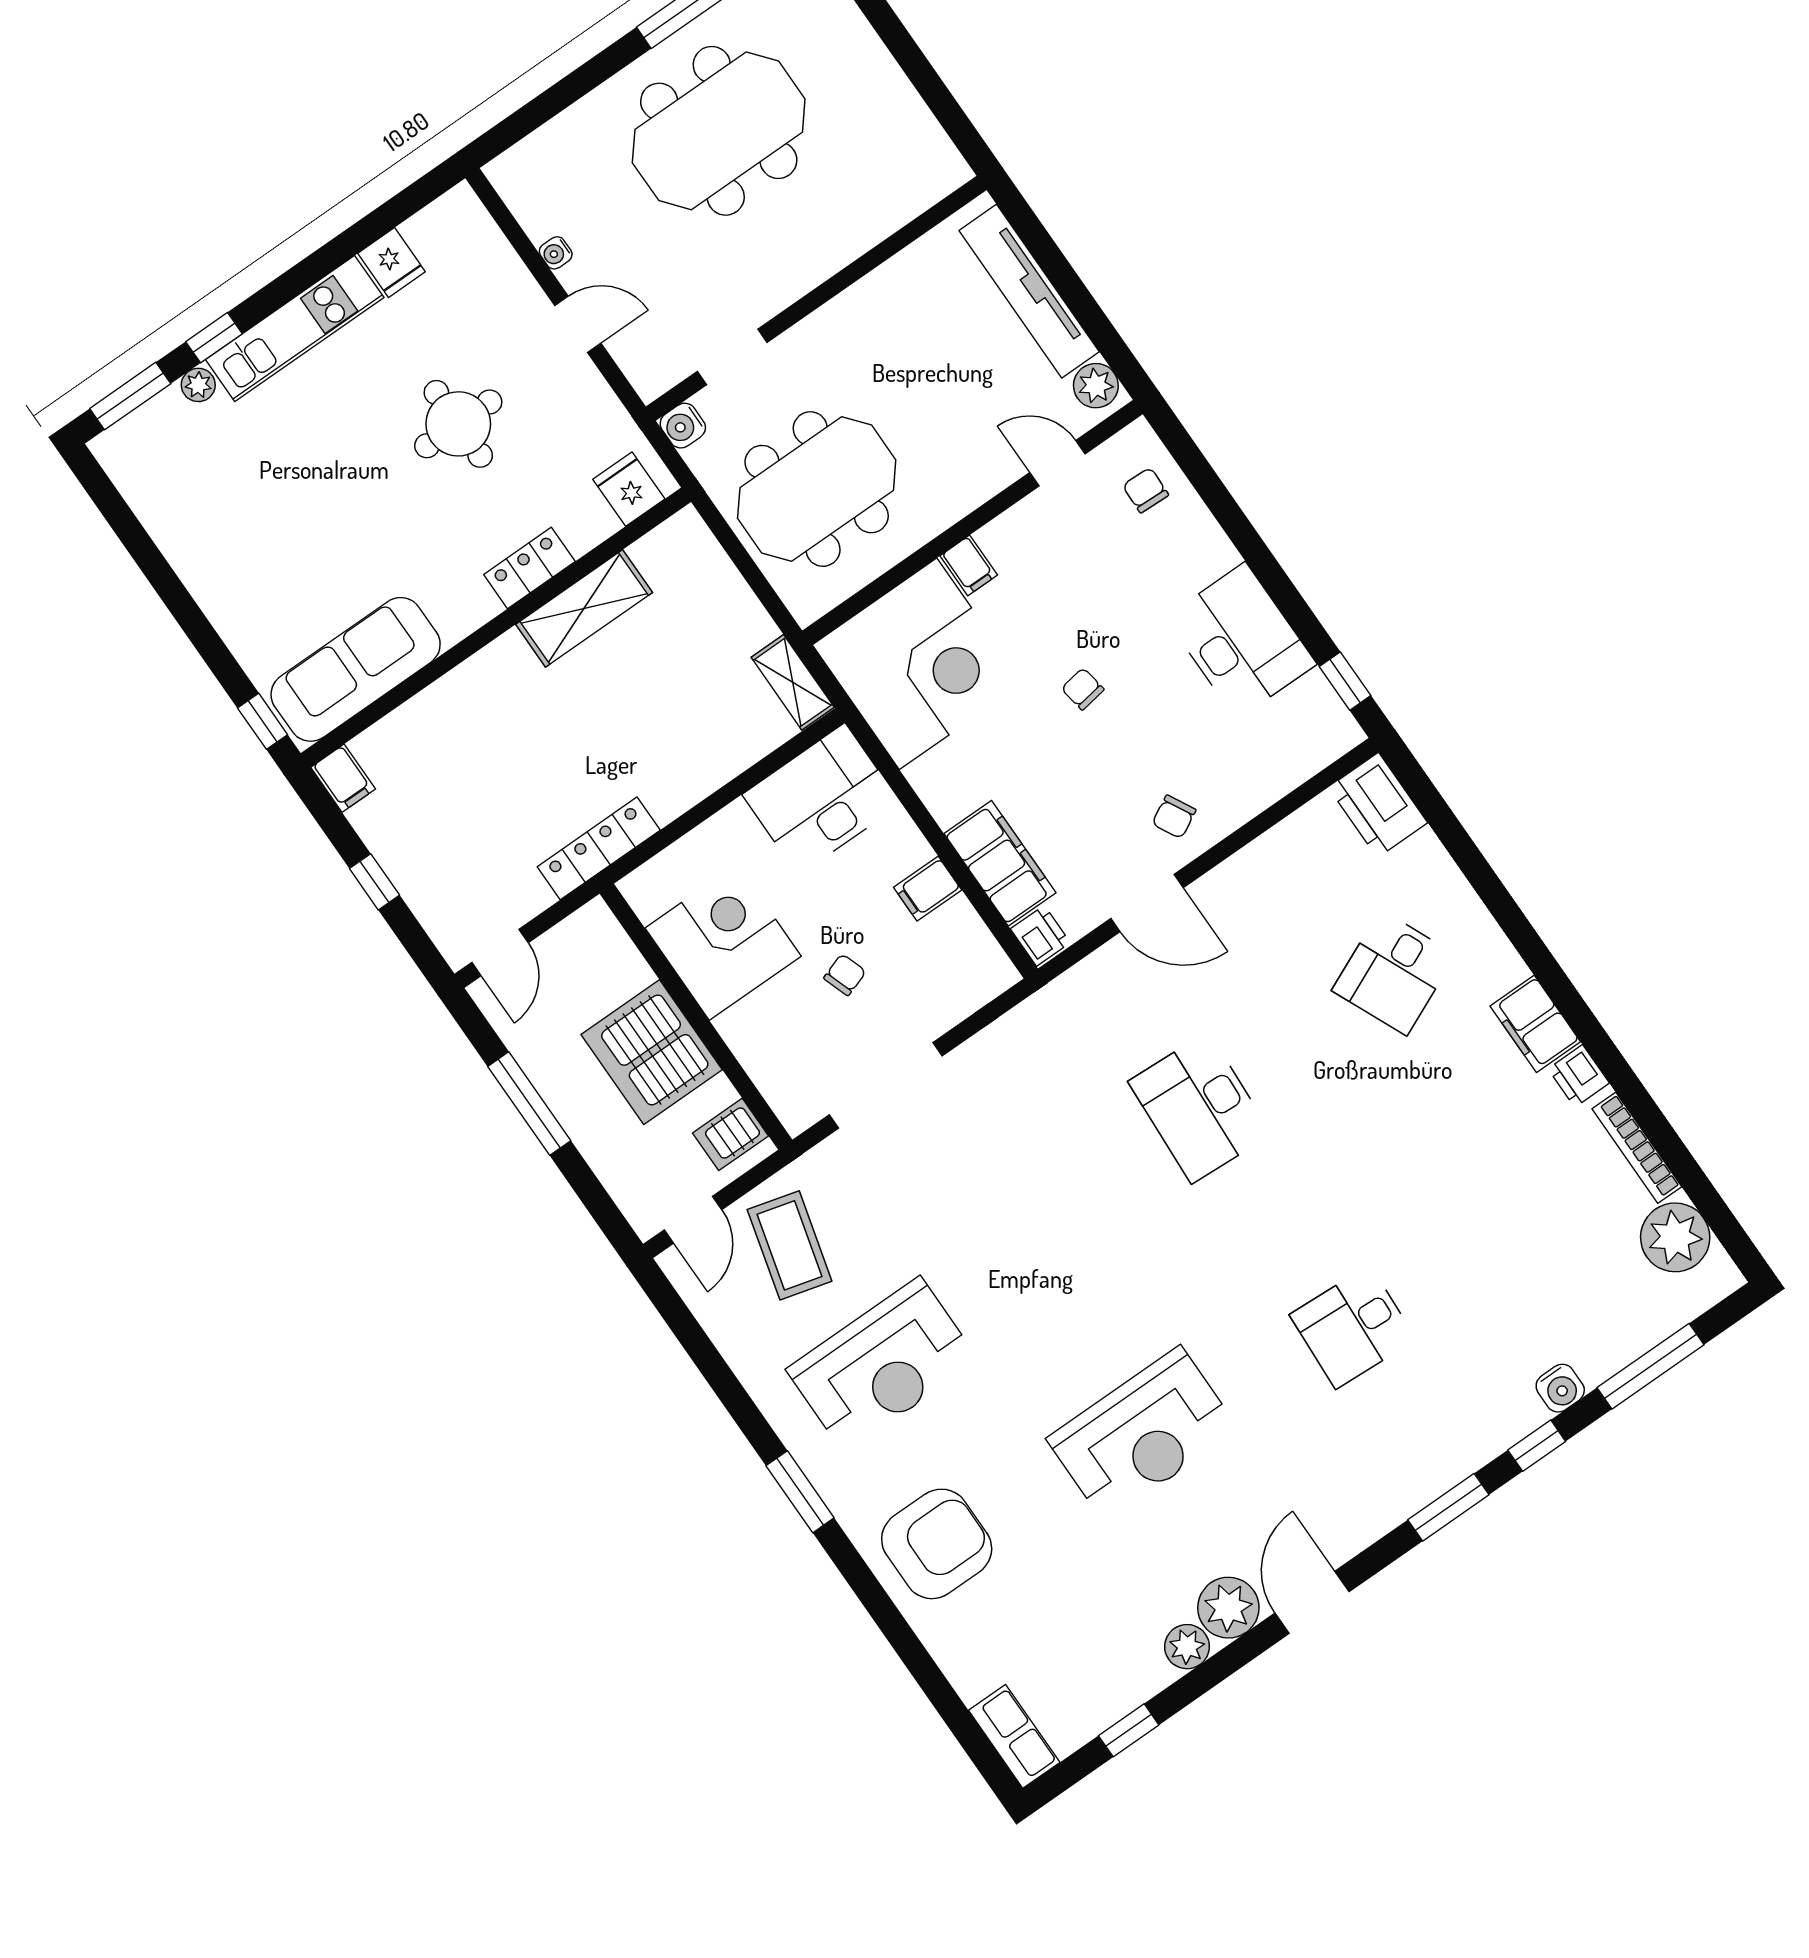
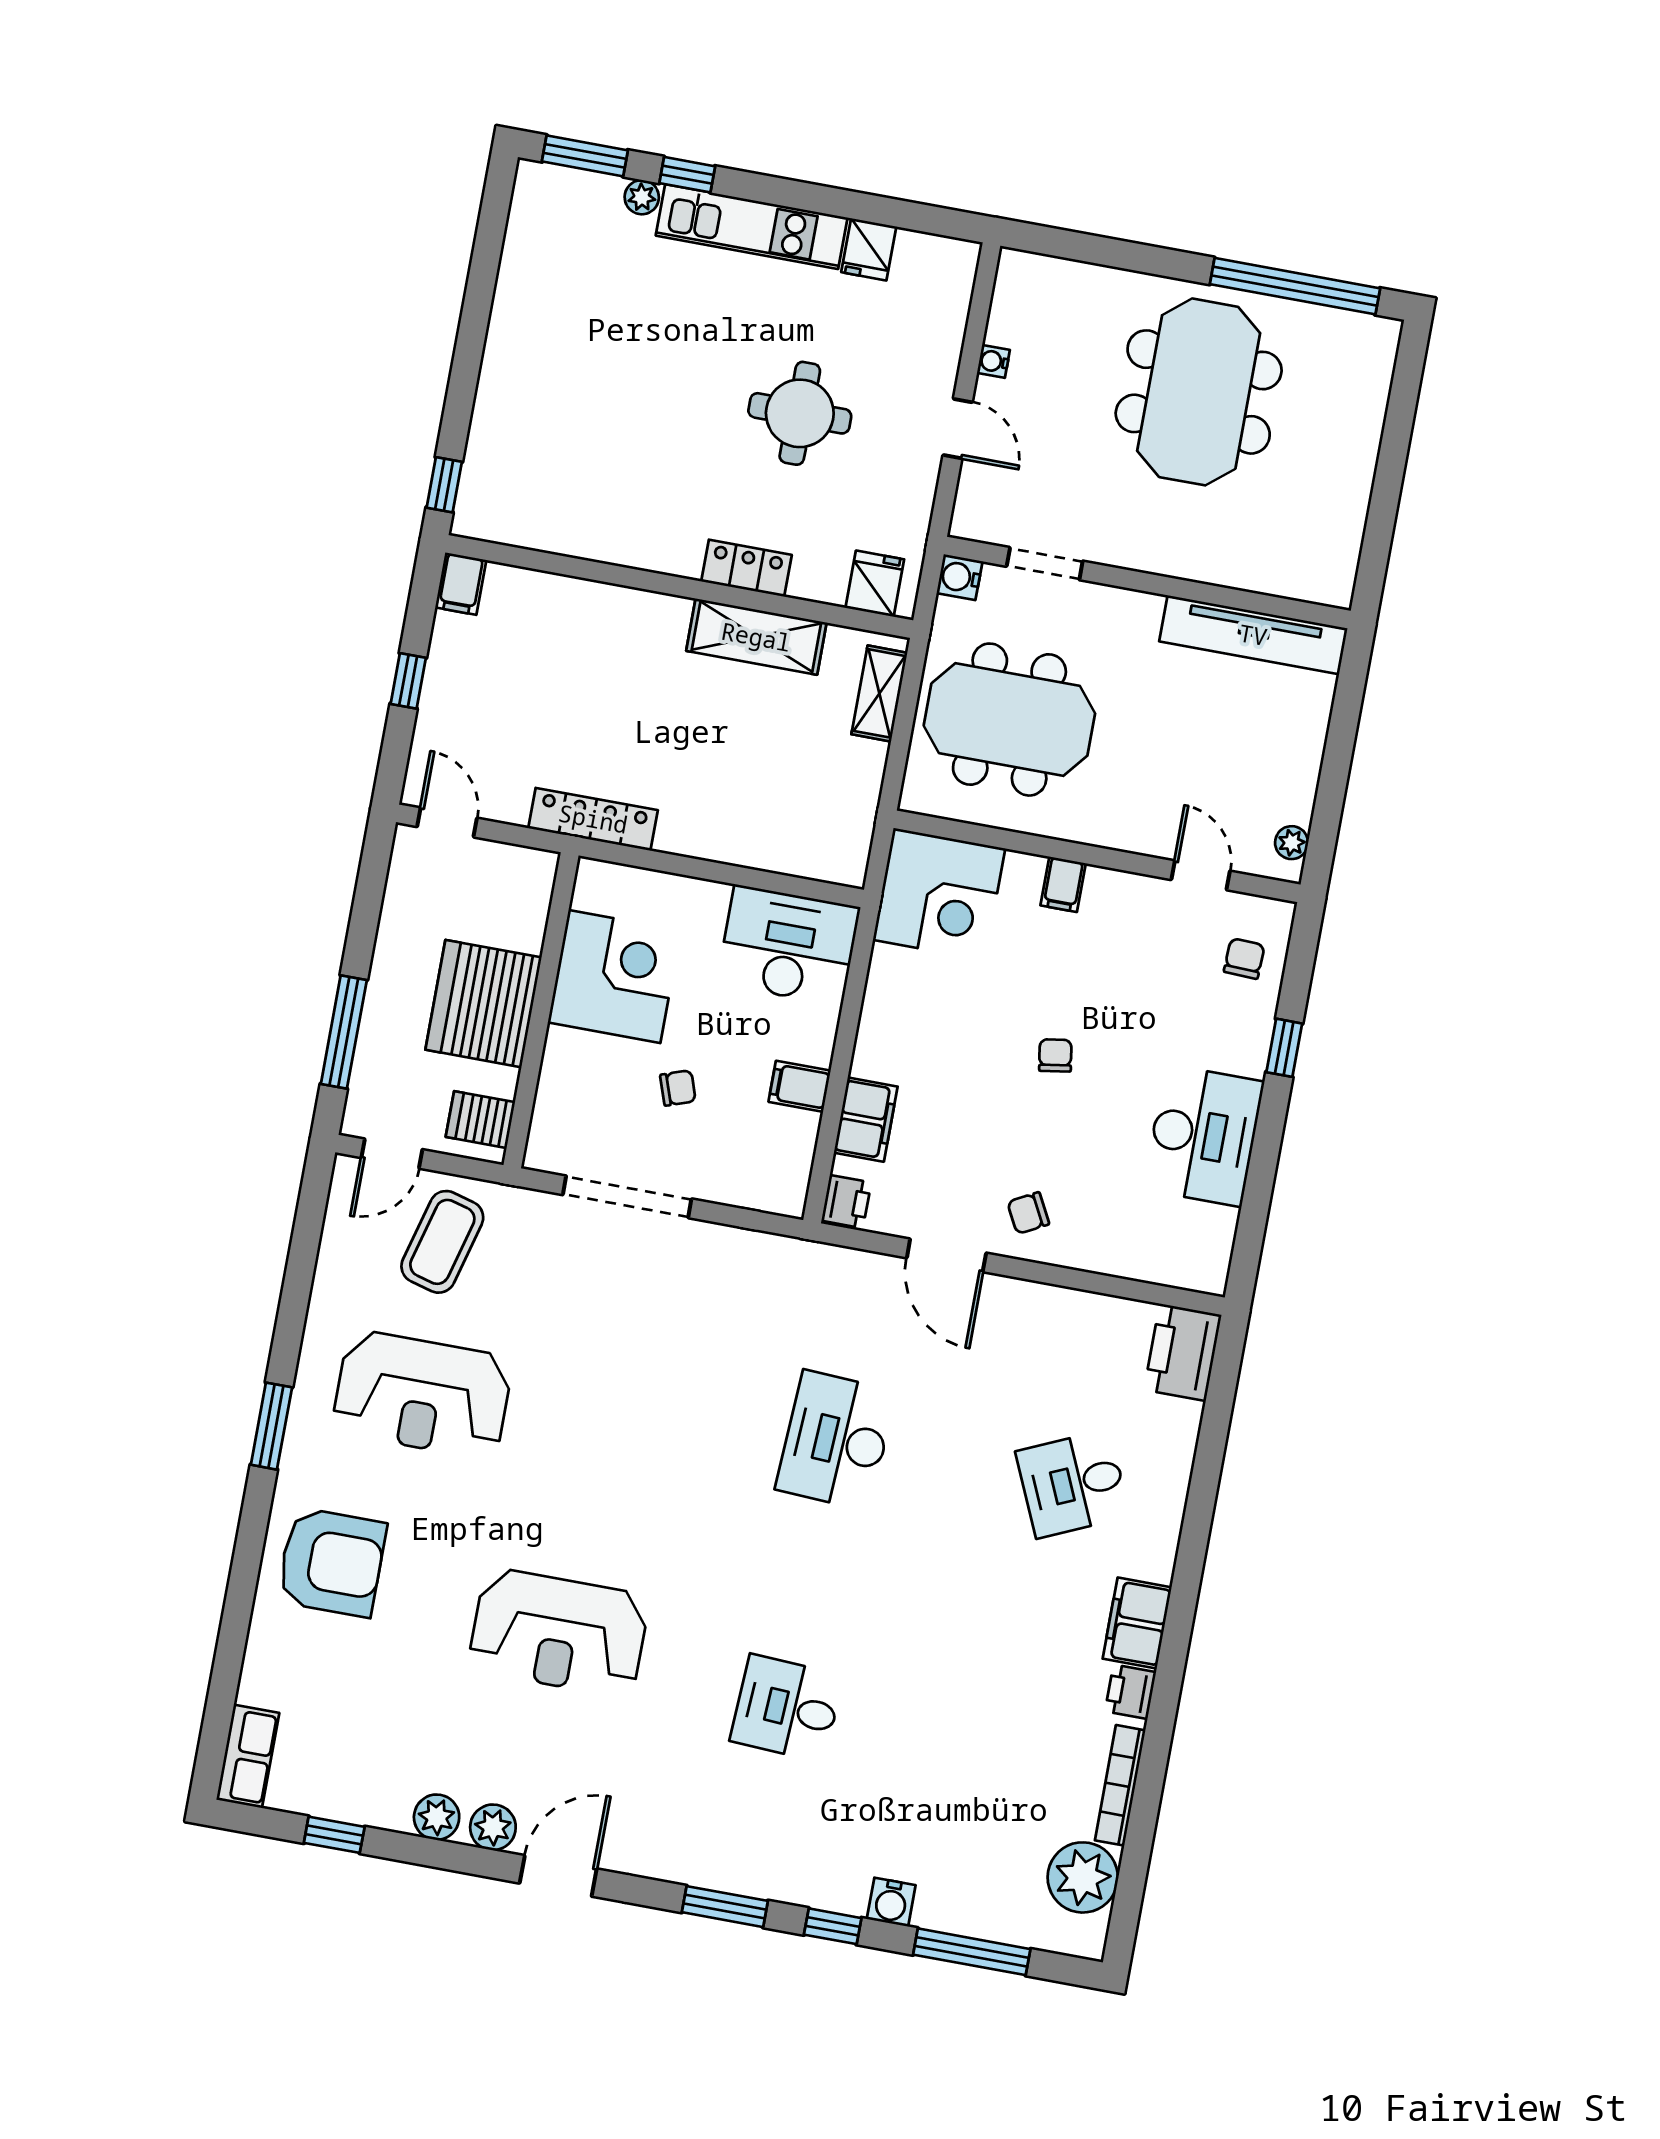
meeting table: (719, 131) -> (1199, 392), turned 90
tv unit: (1029, 291) -> (1253, 635), moved, turned -90
plant: (1096, 386) -> (1292, 843), width x0.73, depth x0.73
corner desk: (918, 664) -> (939, 894), width x0.74, depth x0.74
sofa: (356, 669) -> (548, 515), removed
window: (1345, 681) -> (1284, 1048), moved
shelving: (793, 682) -> (879, 693), moved
filing cabinet: (1000, 863) -> (866, 1120), width x0.67, depth x0.86
door: (500, 952) -> (447, 822), swing flipped
window: (529, 1104) -> (344, 1032), moved
plant: (1228, 1608) -> (493, 1827), width x0.73, depth x0.73

